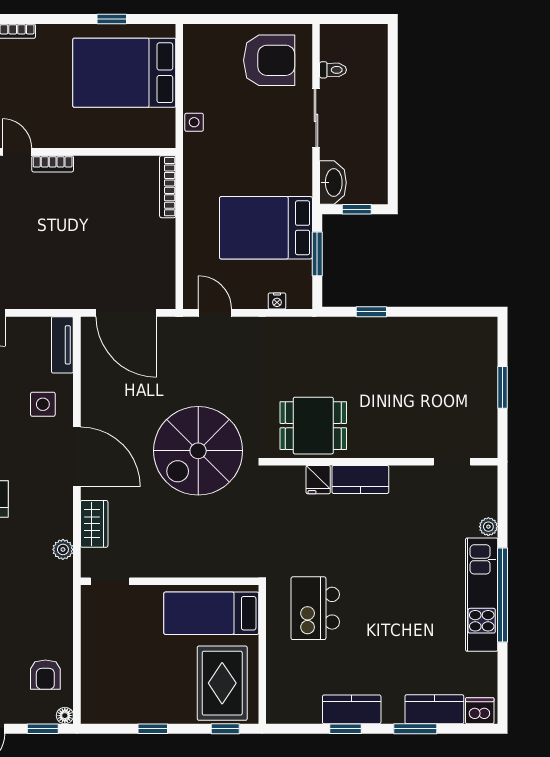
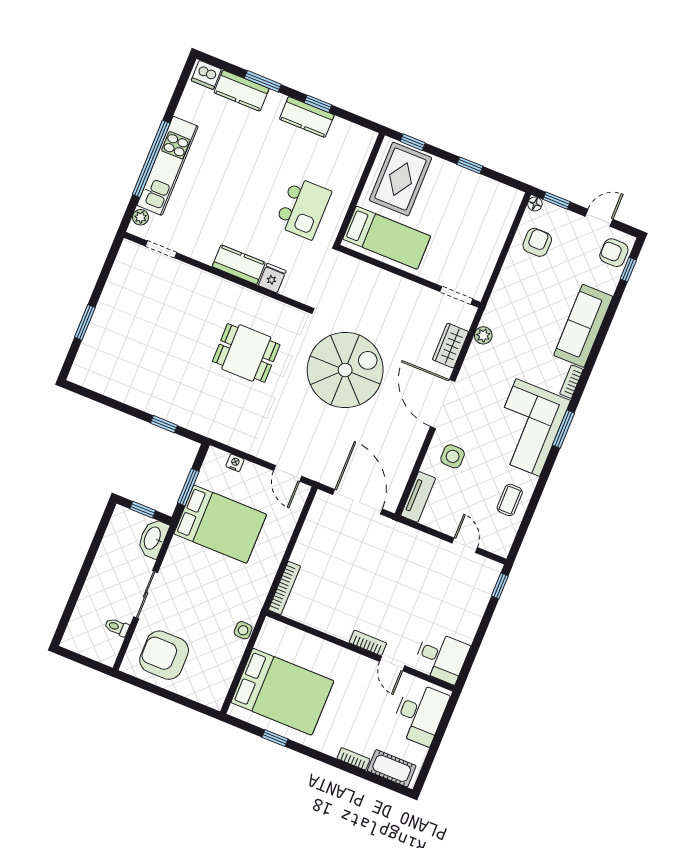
wall: (382, 462) -> (216, 272), moved
doorway: (452, 462) -> (161, 249), moved
kitchen counter: (360, 479) -> (239, 265), moved
fridge: (318, 480) -> (272, 278), moved

